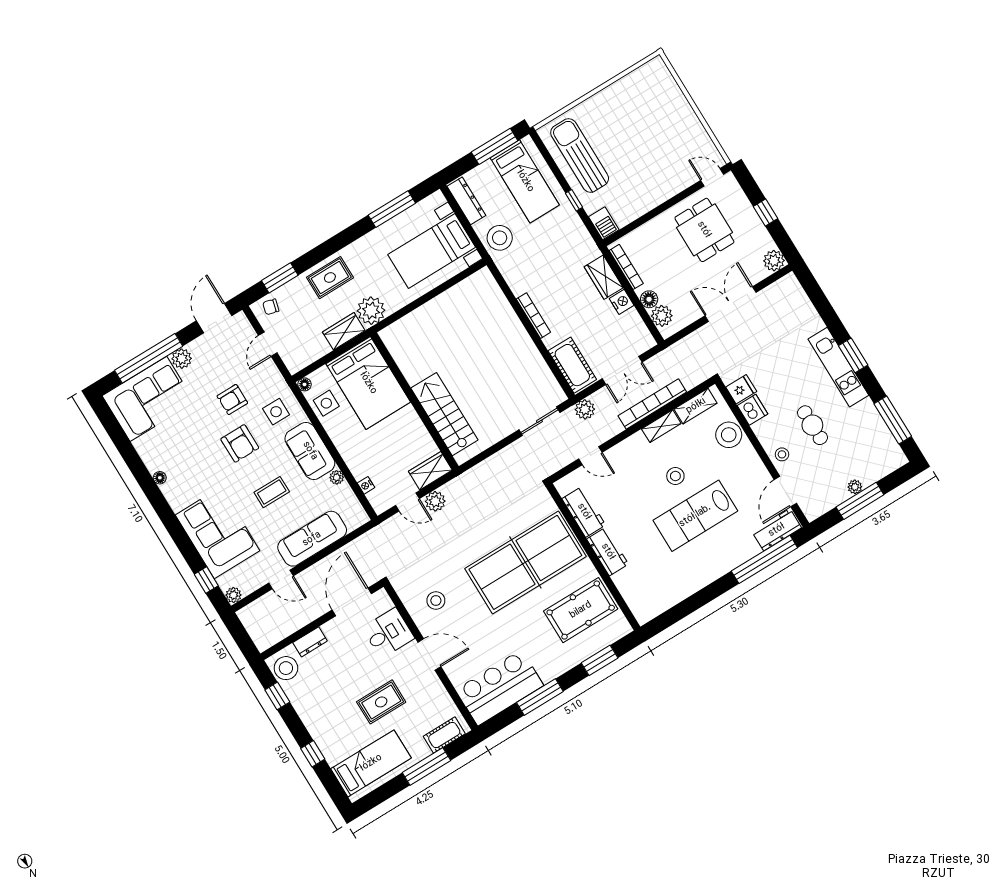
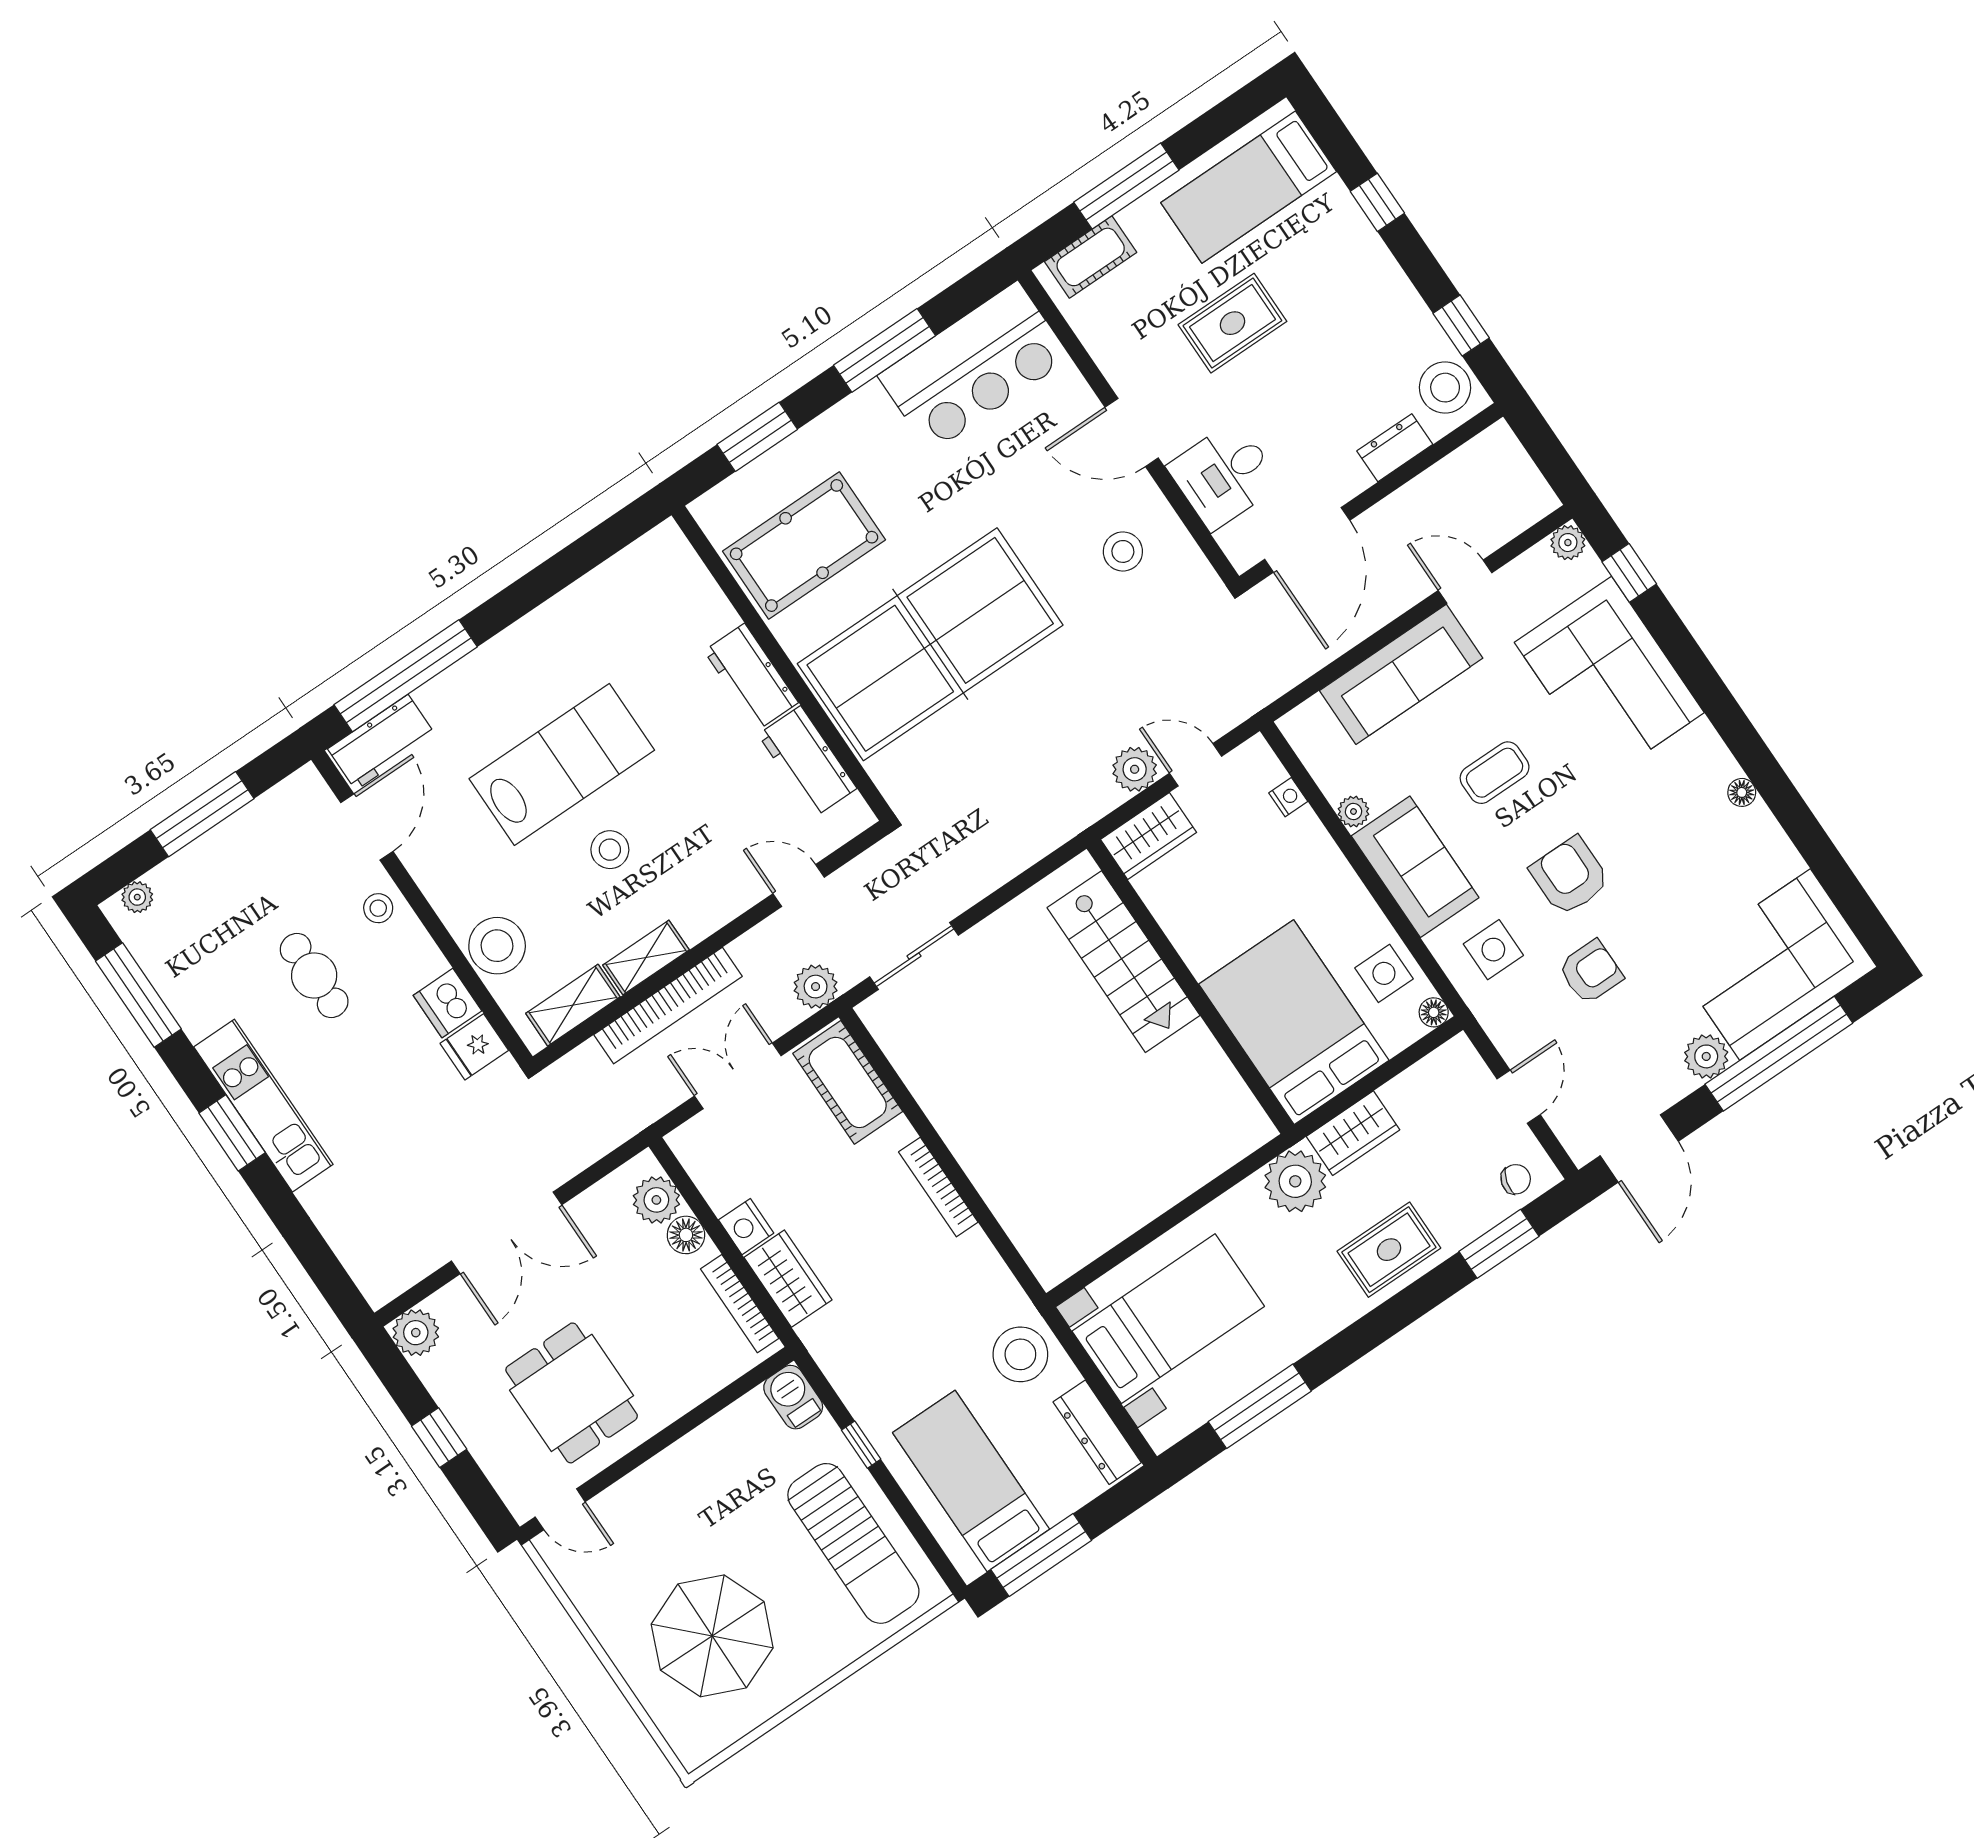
parasol: (646, 117) -> (712, 1636), added
plant: (855, 487) -> (137, 897), moved

